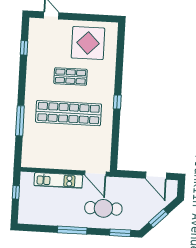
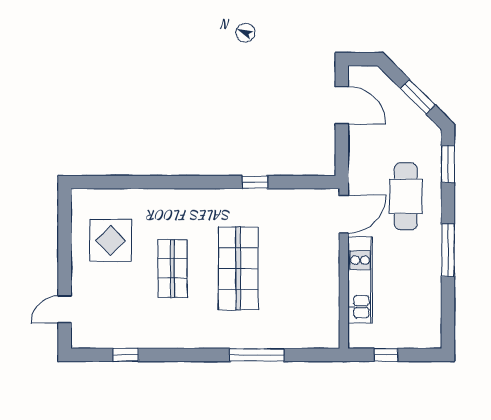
display table: (88, 43) -> (111, 241), width x0.73, depth x0.73
window: (117, 102) -> (255, 182), moved
shop shelf: (69, 113) -> (238, 268), width x0.71
door: (156, 176) -> (342, 105), hinge flipped

